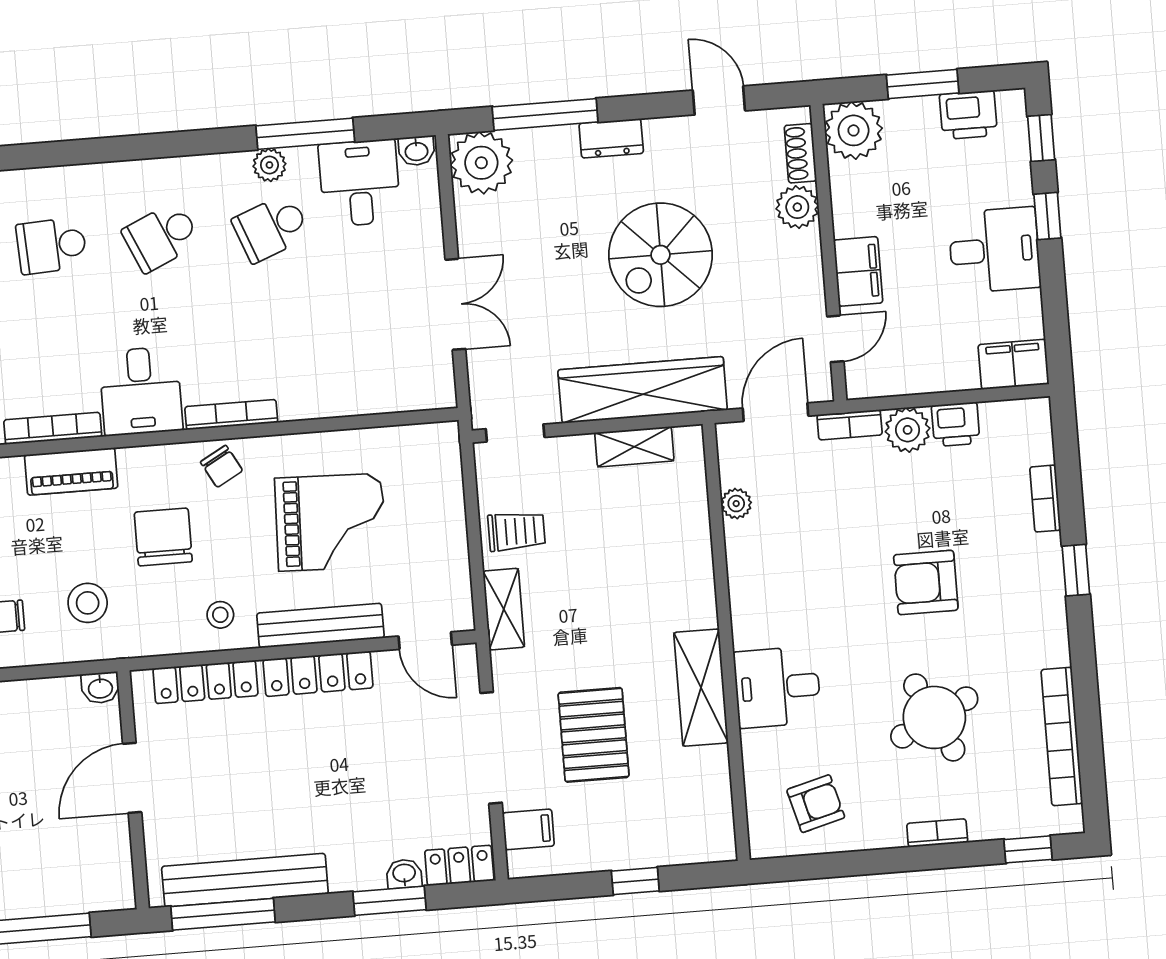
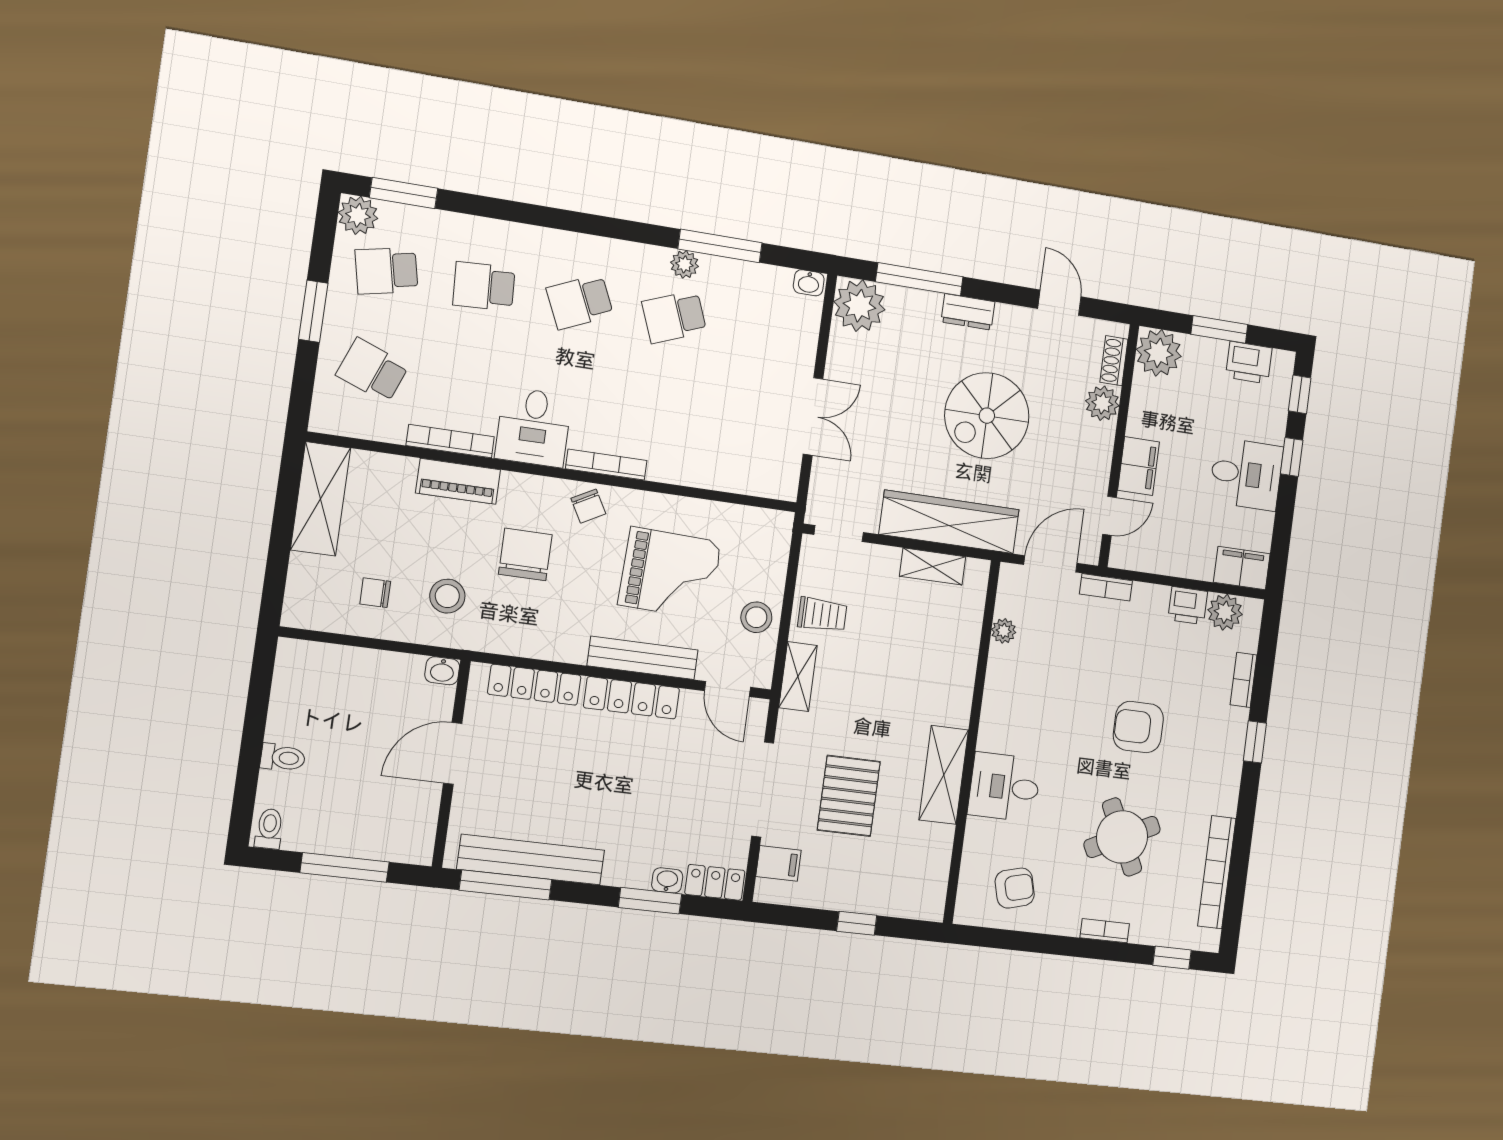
desk: (360, 183) -> (756, 298), removed
plant: (908, 430) -> (1225, 612), moved
stool: (220, 615) -> (756, 617), moved, width x1.37, depth x1.37

